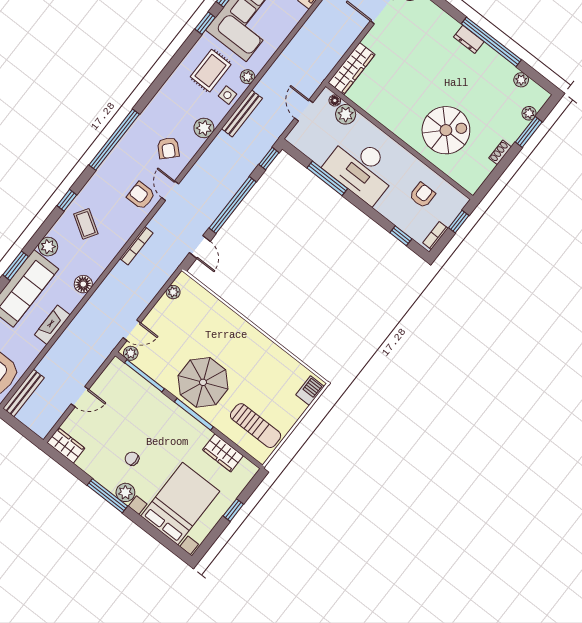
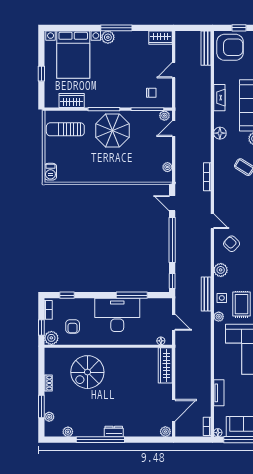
plant: (346, 114) -> (51, 338), moved
armchair: (141, 196) -> (226, 206), removed
chair: (132, 459) -> (151, 93), moved

